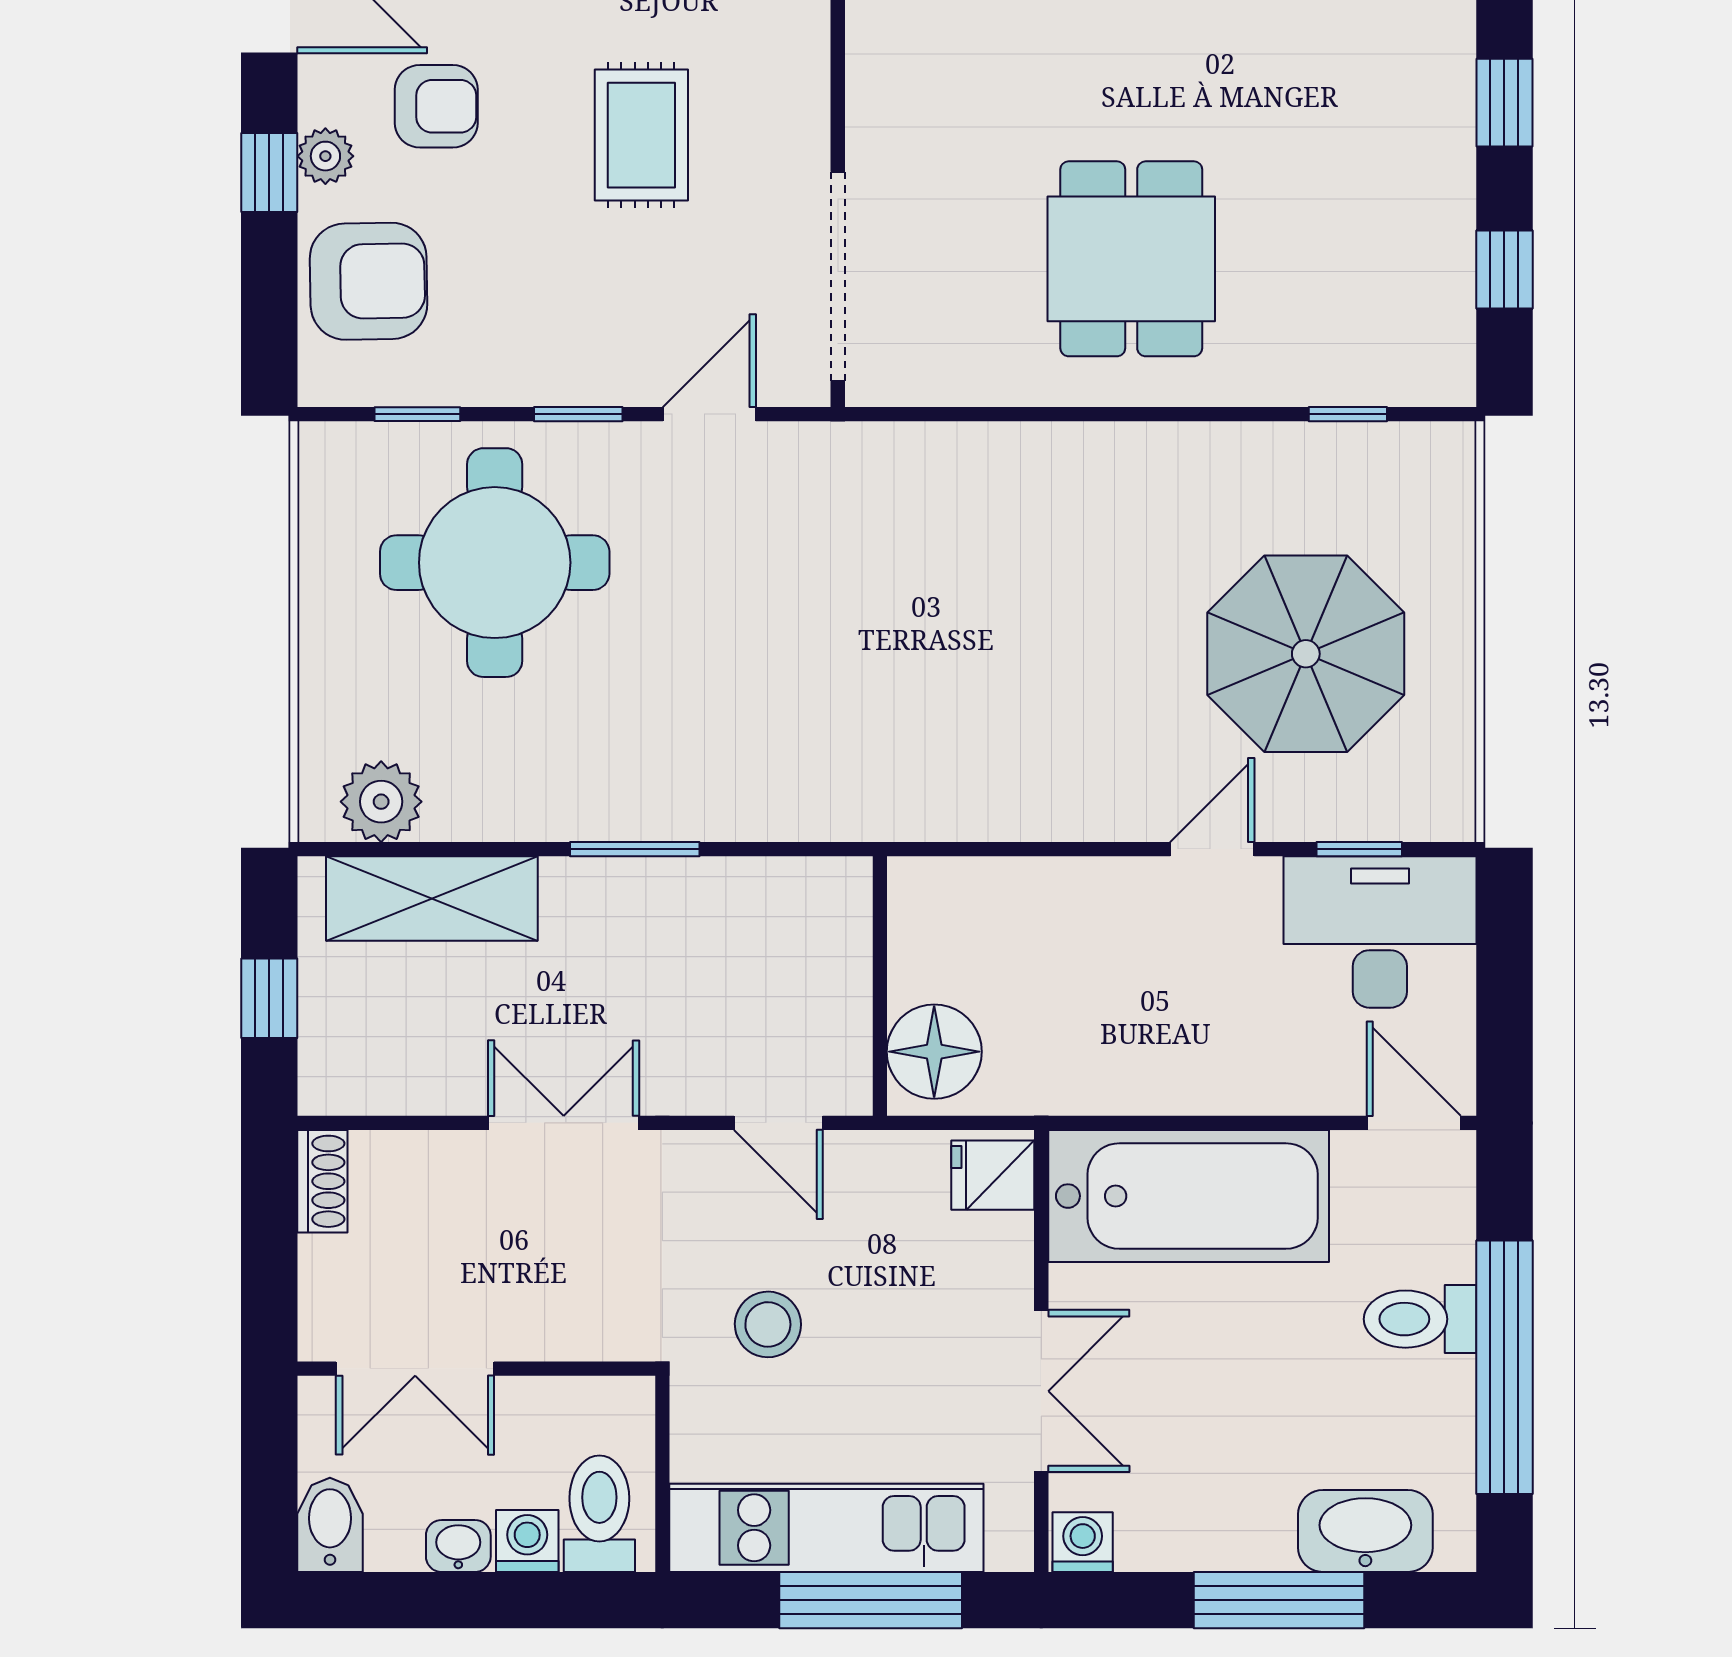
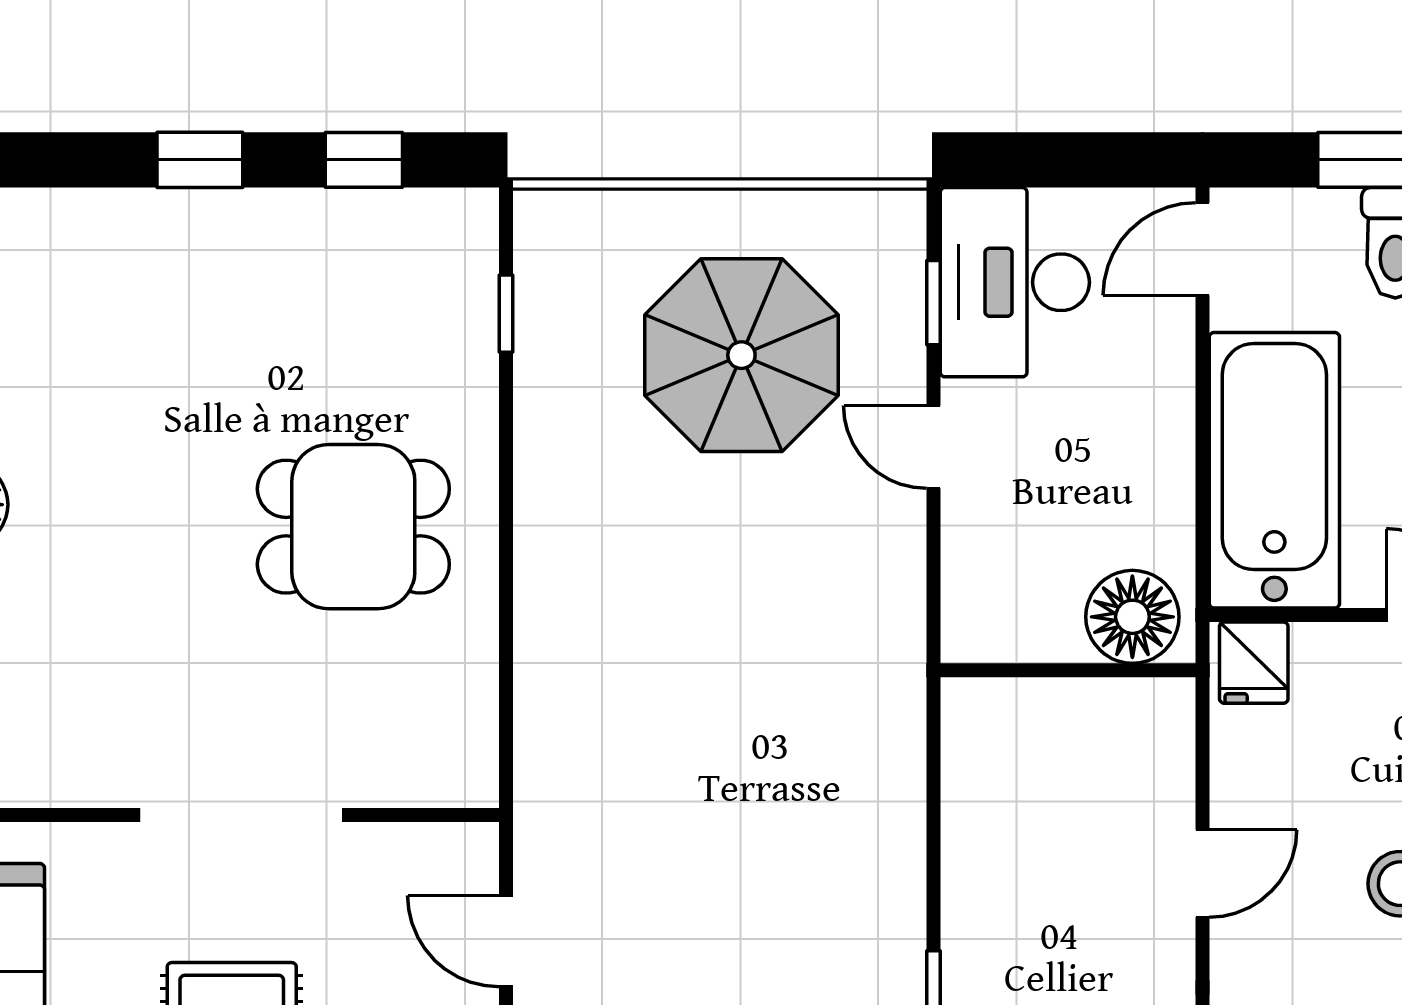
doorway: (838, 276) -> (241, 815), moved
wall: (880, 986) -> (1068, 670), moved
floor lamp: (934, 1052) -> (1132, 617), moved

